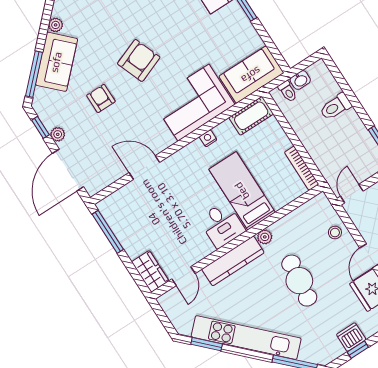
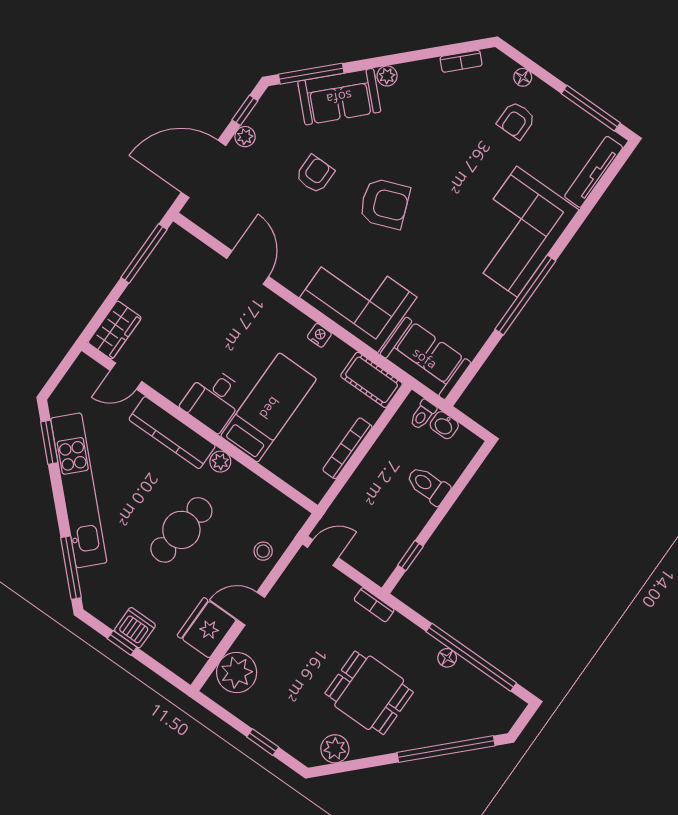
bookcase: (302, 168) -> (347, 448), moved

